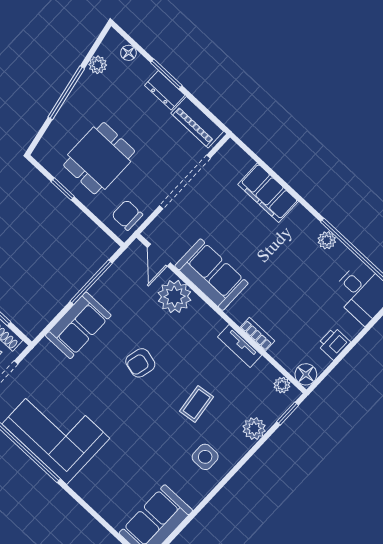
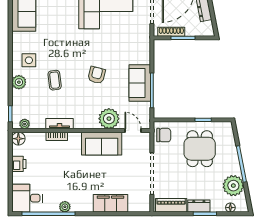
plant: (98, 65) -> (233, 186), width x1.87, depth x1.87
sofa: (78, 325) -> (140, 83), moved
plant: (254, 429) -> (19, 82), moved

